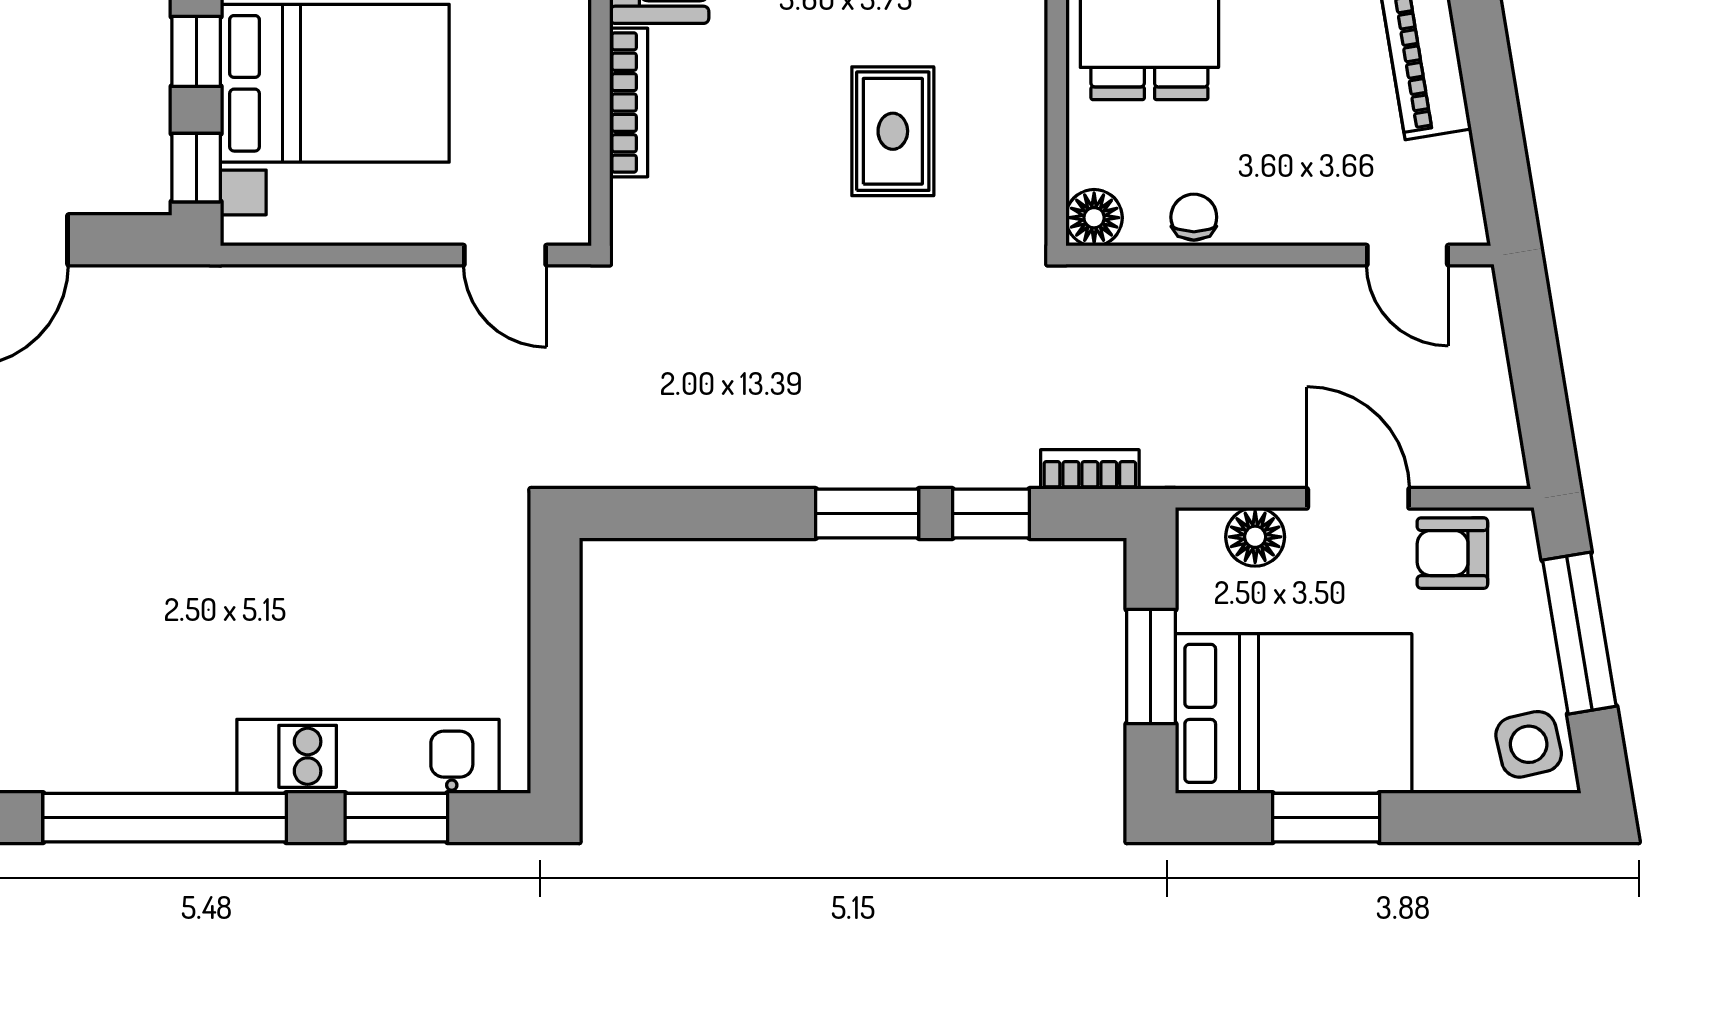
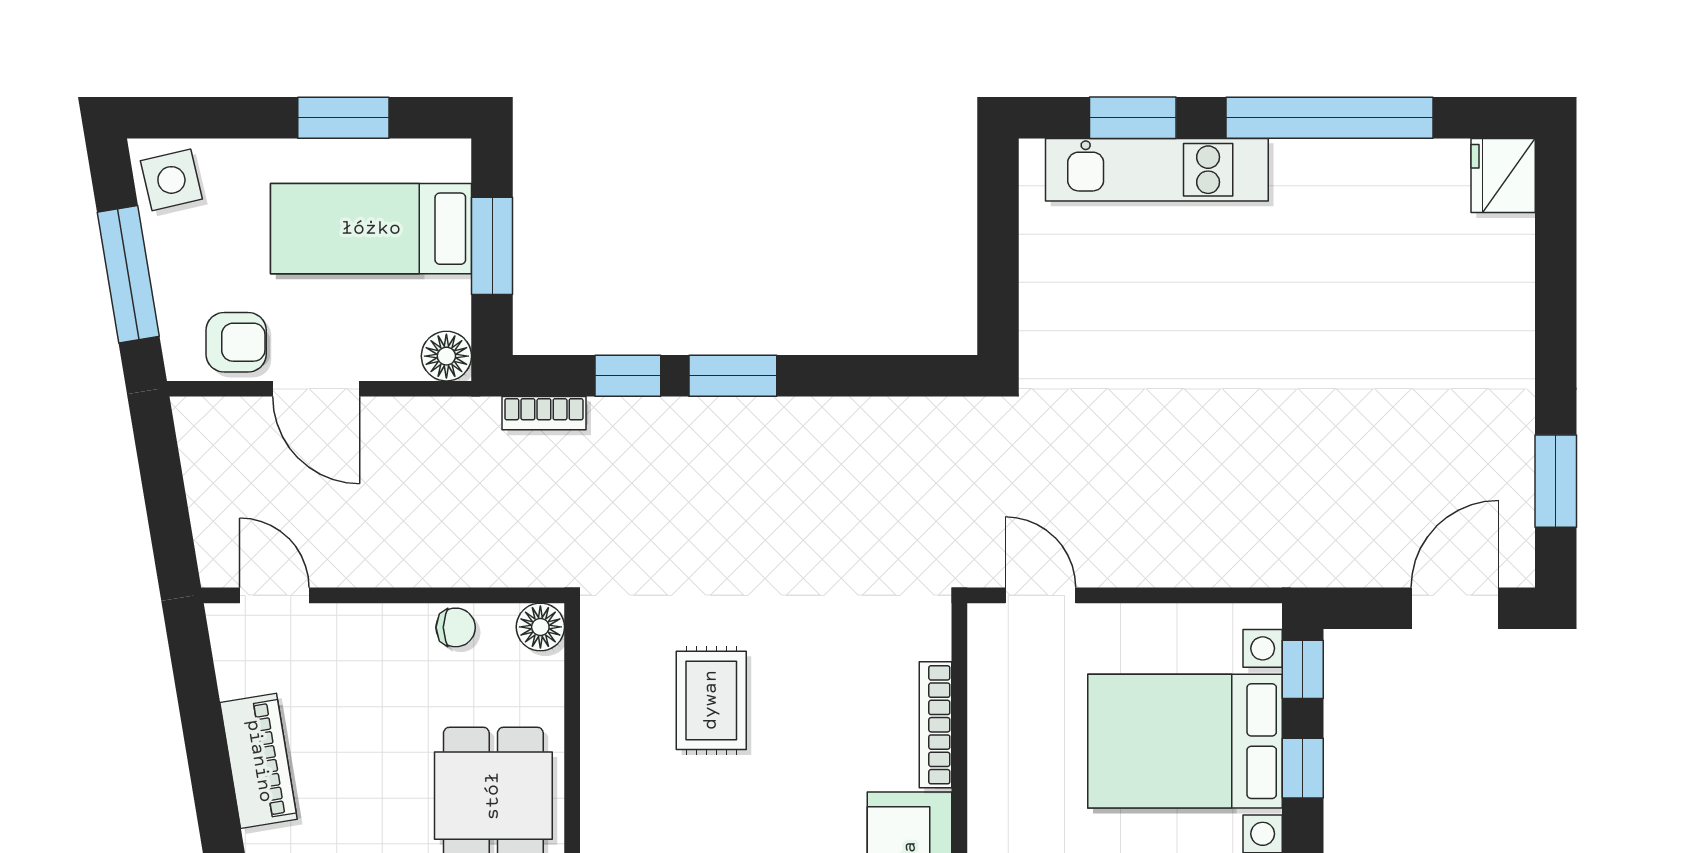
chair: (1194, 217) -> (456, 627), turned -90
floor lamp: (1255, 537) -> (446, 356), moved
bed: (1294, 713) -> (371, 229), width x0.67

